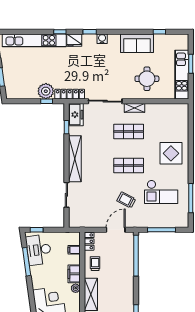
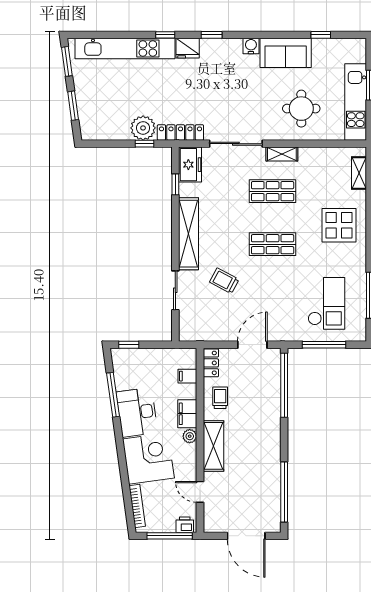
water cooler: (102, 39) -> (251, 46), moved
shelving: (184, 120) -> (359, 173), added
checkout: (161, 192) -> (326, 303), moved, turned -90
trolley: (126, 200) -> (224, 281), moved
desk: (39, 250) -> (137, 412), moved

